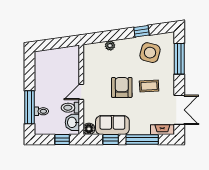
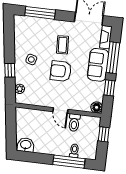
window: (141, 31) -> (10, 70), moved
plant: (110, 46) -> (20, 89), moved
side table: (150, 53) -> (31, 59), moved, width x0.54, depth x0.54
washbasin: (72, 122) -> (26, 145), moved, turned 180
sofa: (112, 125) -> (98, 65), moved

